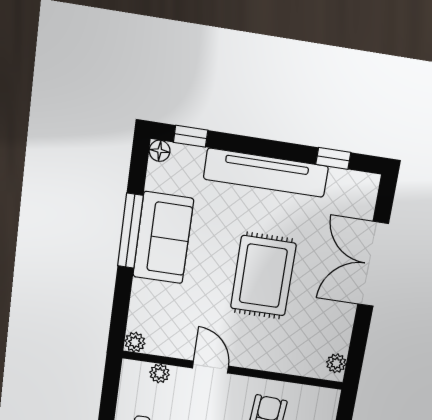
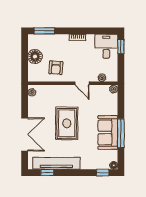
tv unit: (266, 173) -> (56, 163), moved

